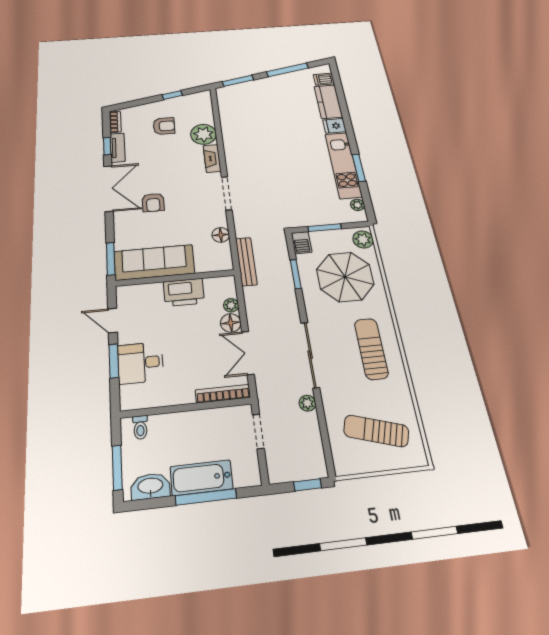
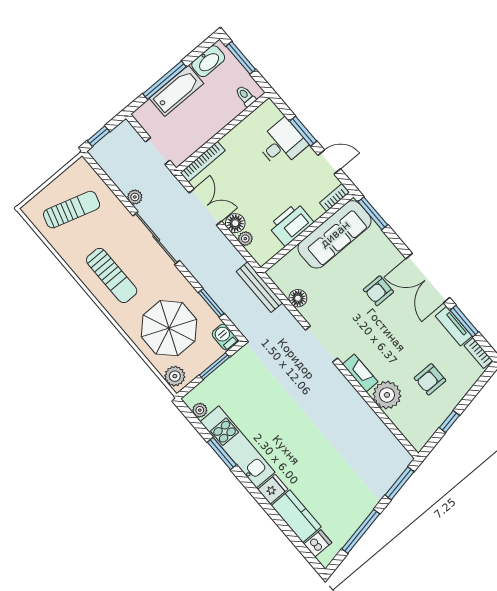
window: (107, 146) -> (464, 321), width x1.50
armchair: (153, 202) -> (378, 291), turned -90
bookcase: (132, 290) -> (334, 198), added

